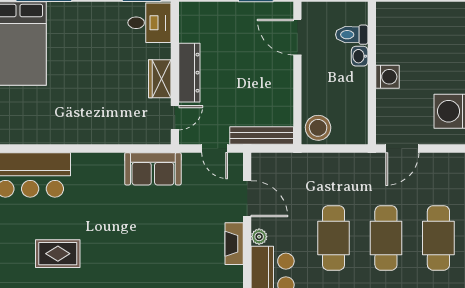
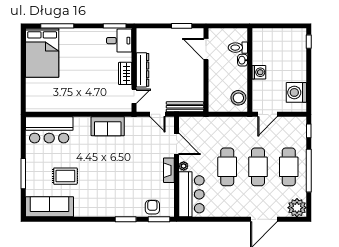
stool: (318, 128) -> (238, 98), moved
sofa: (153, 169) -> (108, 126), moved

